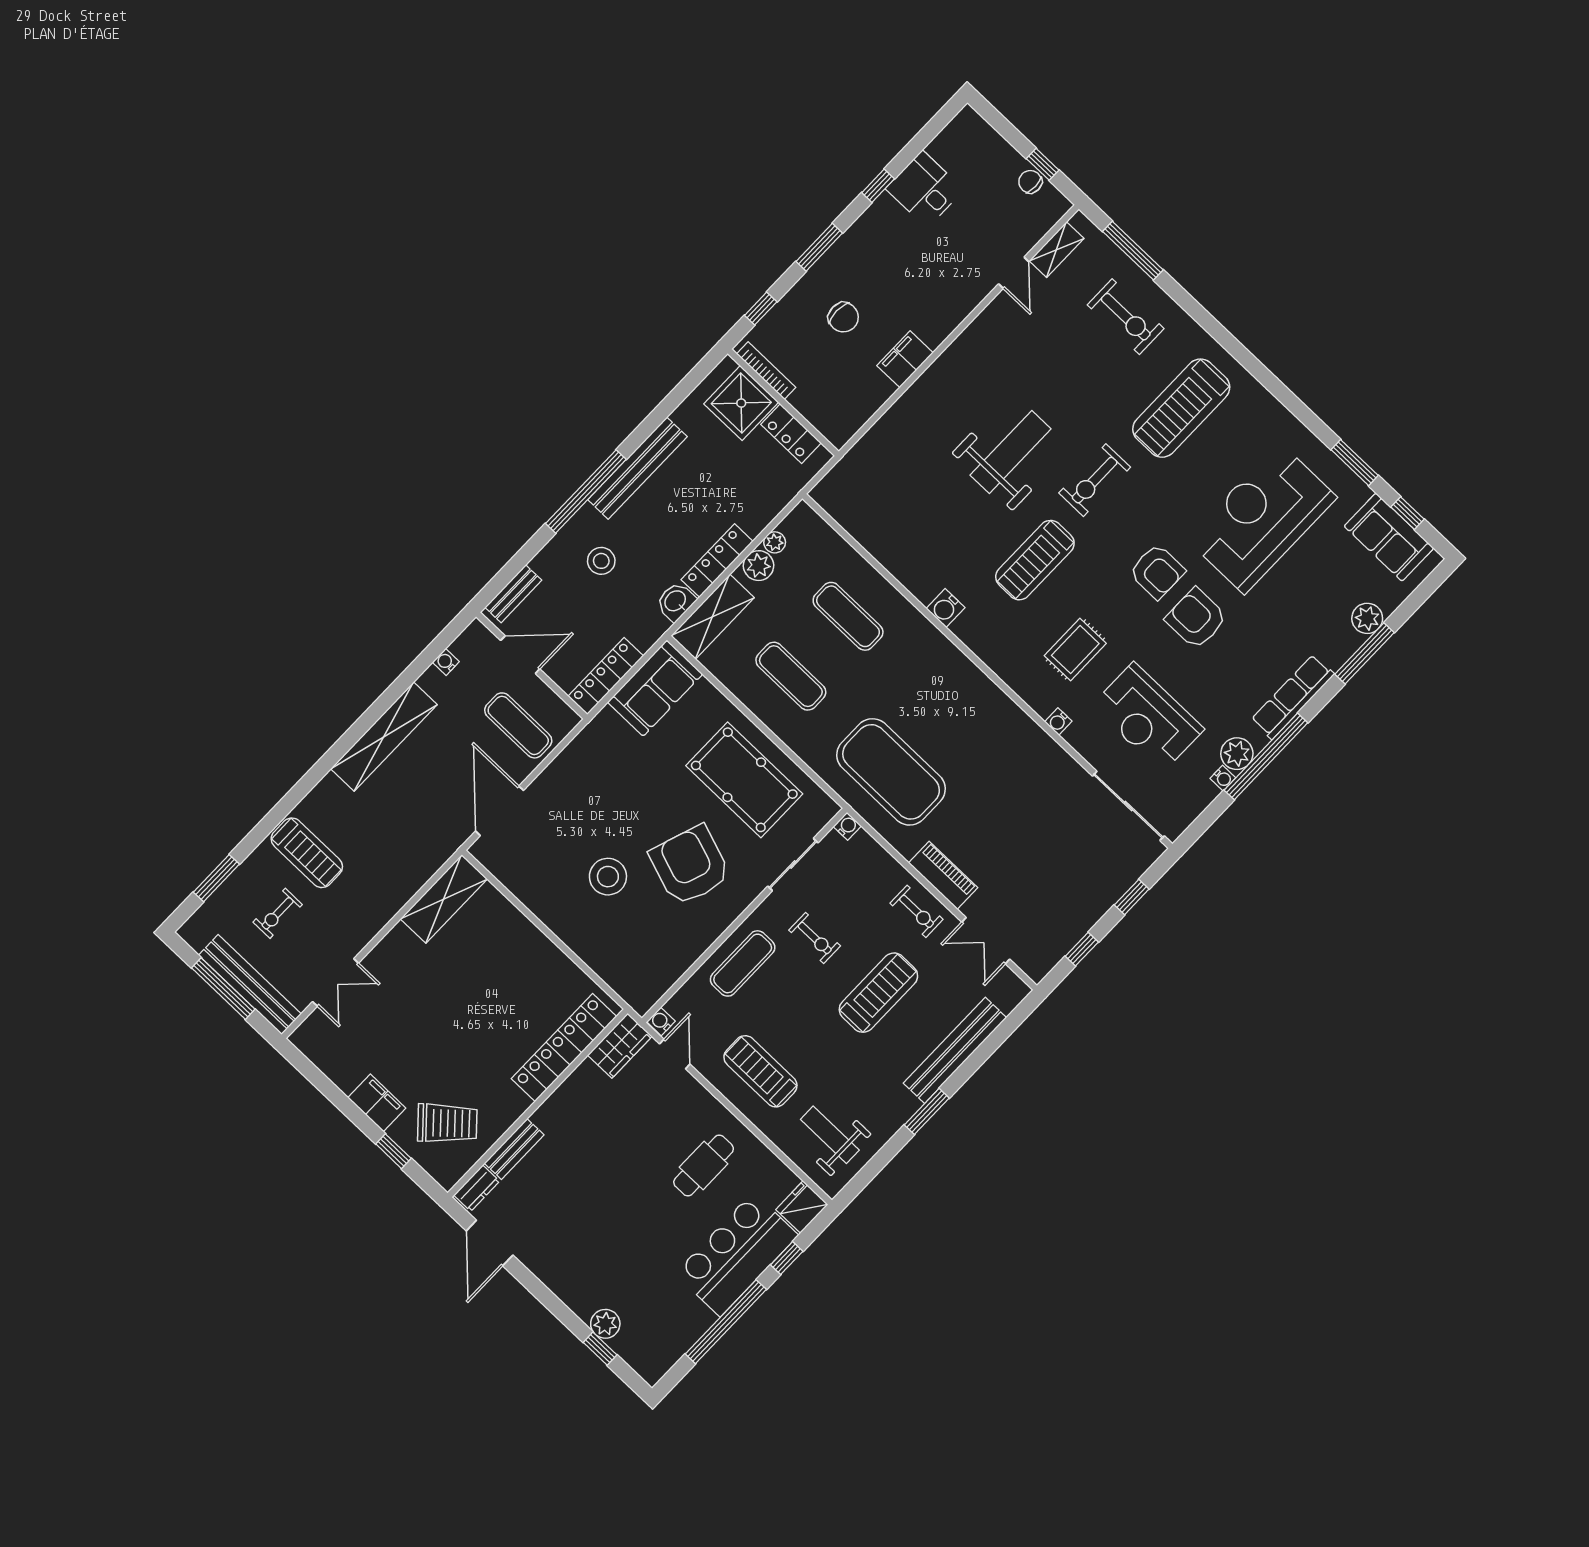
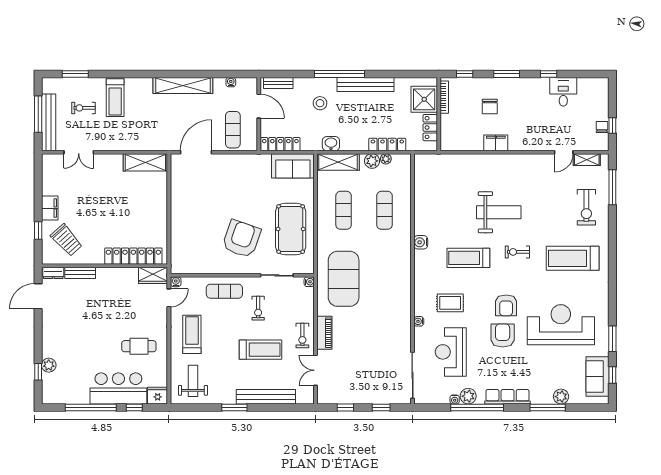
exercise bike: (1095, 480) -> (517, 252), width x0.73, depth x0.72
locker: (717, 560) -> (387, 144), moved
stool: (608, 877) -> (209, 213), removed

